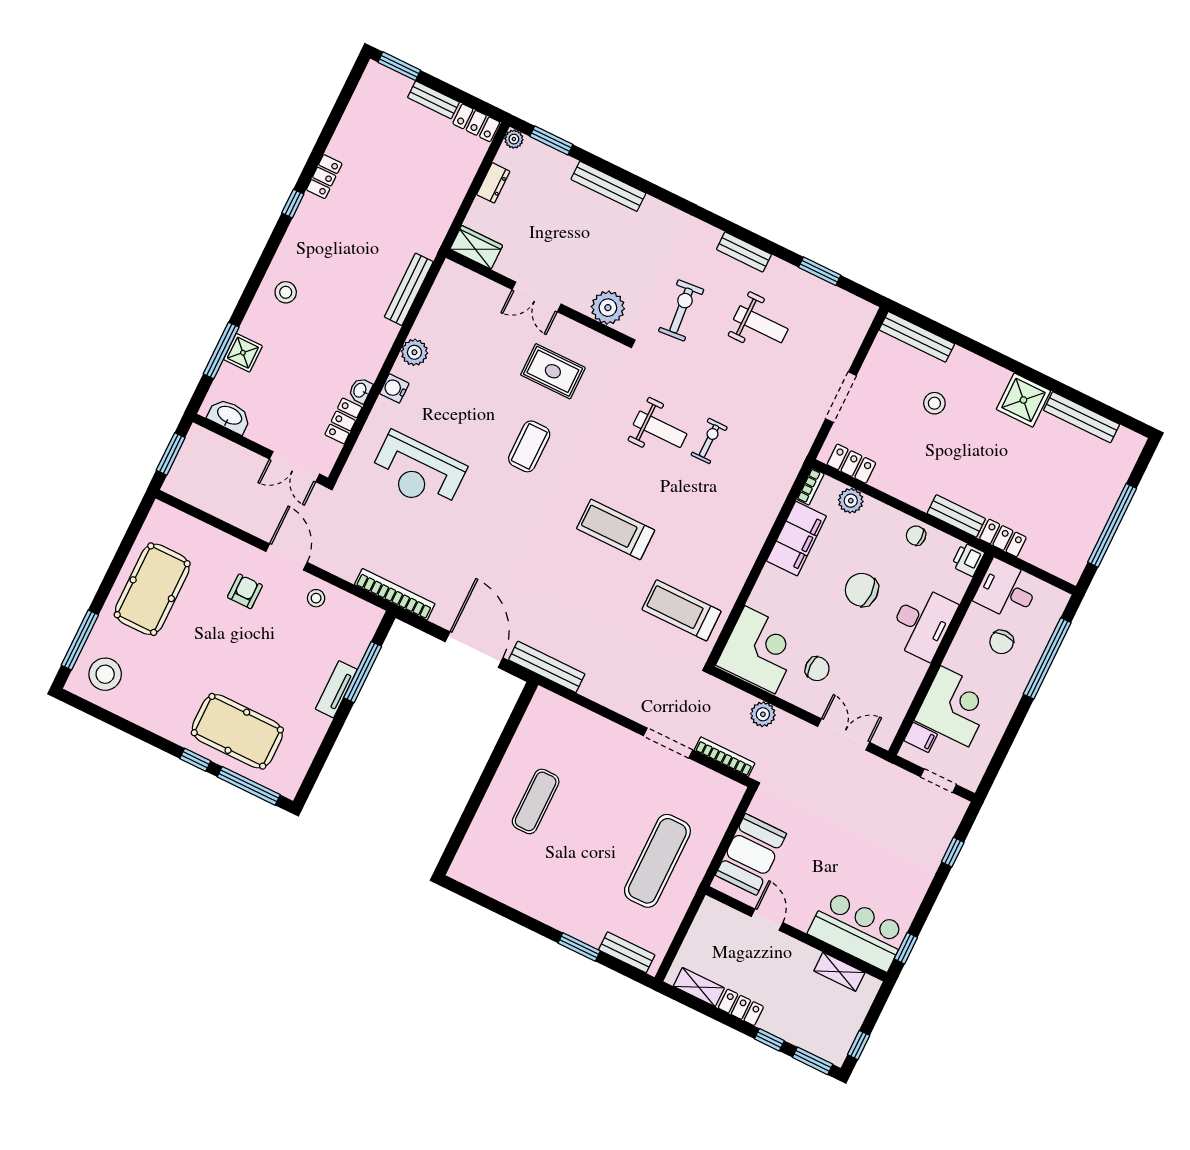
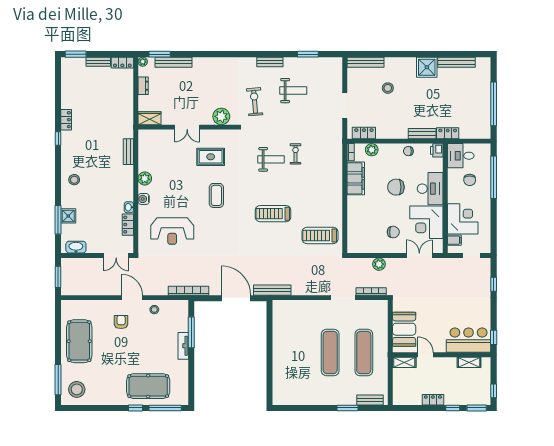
bench: (608, 186) -> (173, 62), moved
bench: (409, 289) -> (128, 152), width x0.73
corner desk: (760, 650) -> (426, 222), moved, turned 180
exercise mat: (536, 801) -> (330, 352), moved, width x1.36, depth x1.45
shelving: (699, 987) -> (404, 362), moved

